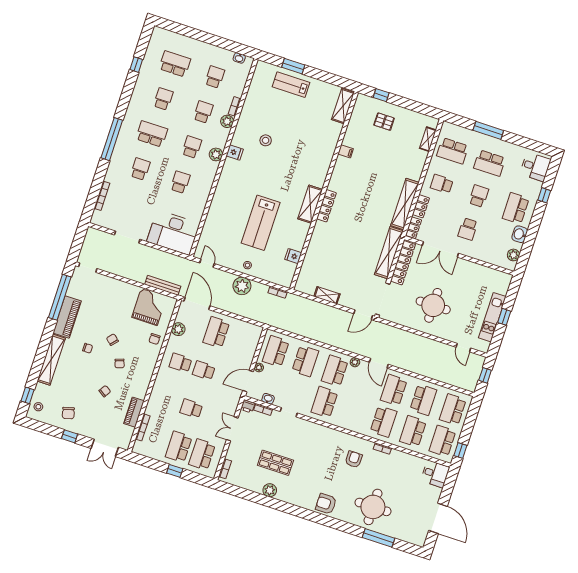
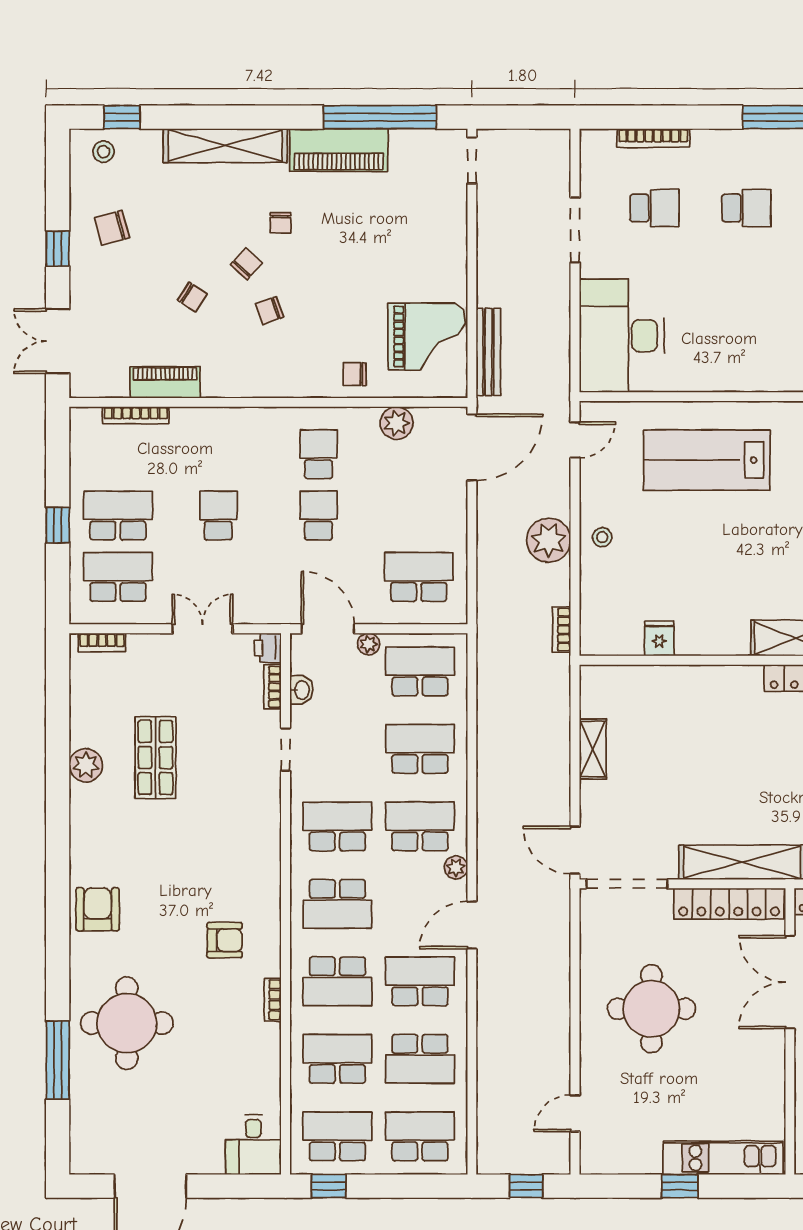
school desk: (180, 182) -> (655, 208), moved
lab bench: (261, 223) -> (707, 460), moved
kitchen unit: (492, 317) -> (723, 1158), moved
school desk: (216, 332) -> (419, 577), moved
chair: (112, 340) -> (246, 264), moved
school desk: (305, 361) -> (420, 749), turned 180
school desk: (354, 412) -> (337, 904), added

